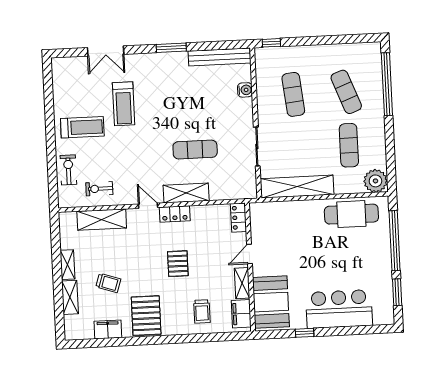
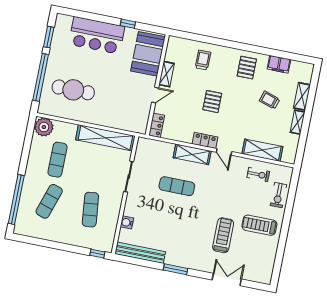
exercise mat: (346, 92) -> (49, 201), turned 39
cafe table: (351, 214) -> (73, 90), moved
filing cabinet: (241, 314) -> (173, 51), removed
pallet: (146, 316) -> (247, 68), width x0.67, depth x0.71

